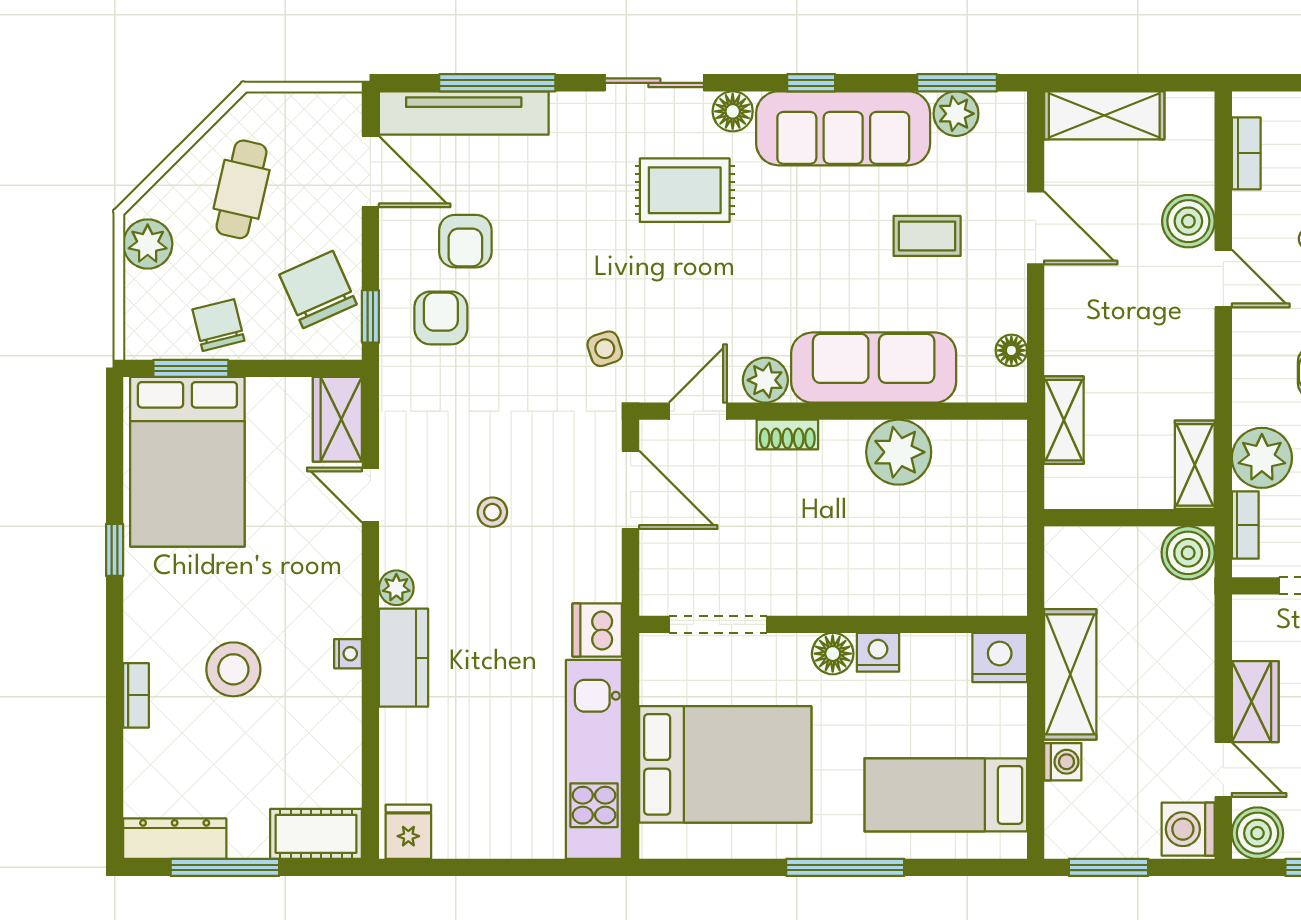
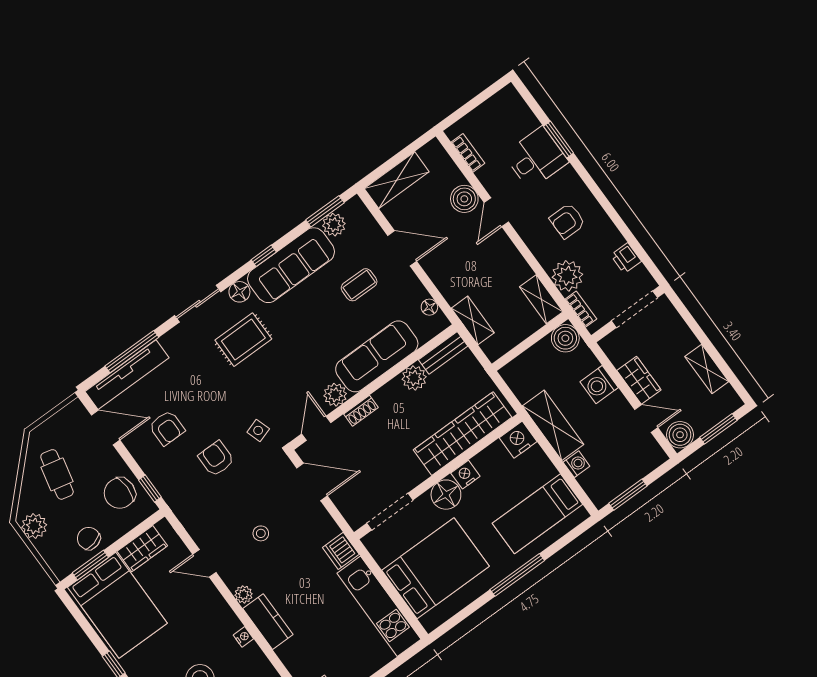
door: (1223, 278) -> (496, 212), swing flipped
chair: (318, 290) -> (120, 493), turned -66
armchair: (441, 318) -> (216, 459), moved
wardrobe: (337, 419) -> (142, 549), moved, turned -90
bench: (981, 437) -> (443, 353), added
plant: (899, 452) -> (414, 378), width x0.73, depth x0.73
wardrobe: (920, 585) -> (463, 434), added
floor lamp: (833, 654) -> (446, 495), width x1.38, depth x1.38
washing machine: (1188, 829) -> (599, 385), moved

